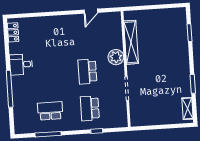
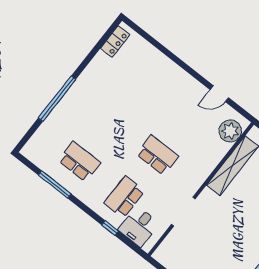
plant: (116, 57) -> (230, 131), moved
desk: (21, 64) -> (139, 227), moved, turned -90
school desk: (87, 71) -> (157, 155), turned 90

